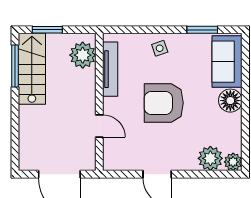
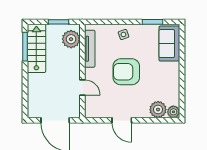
window: (47, 30) -> (59, 22), moved
floor lamp: (230, 101) -> (172, 70), removed

